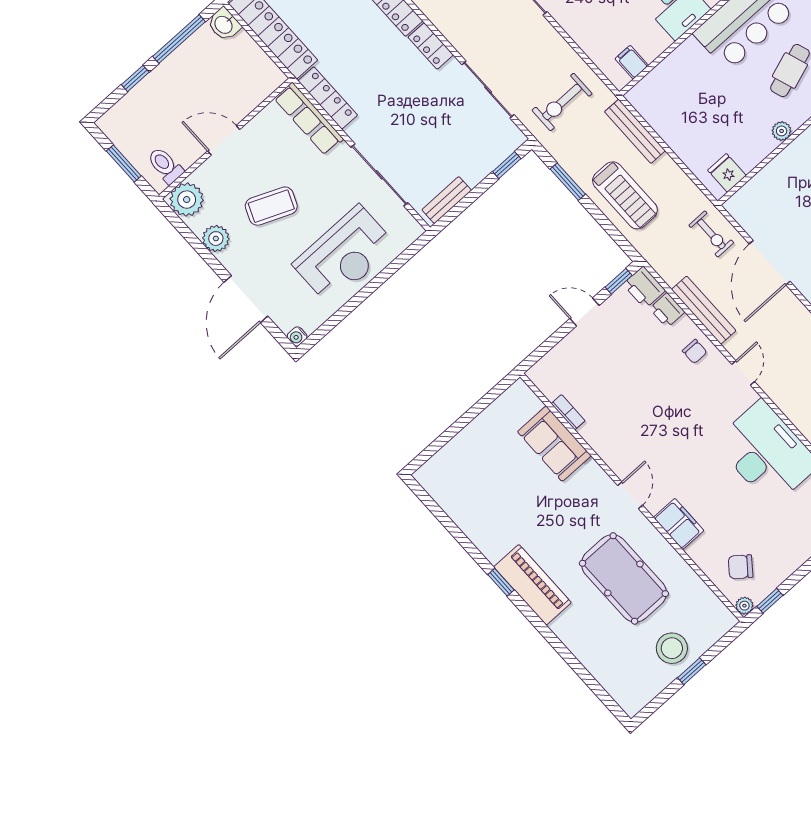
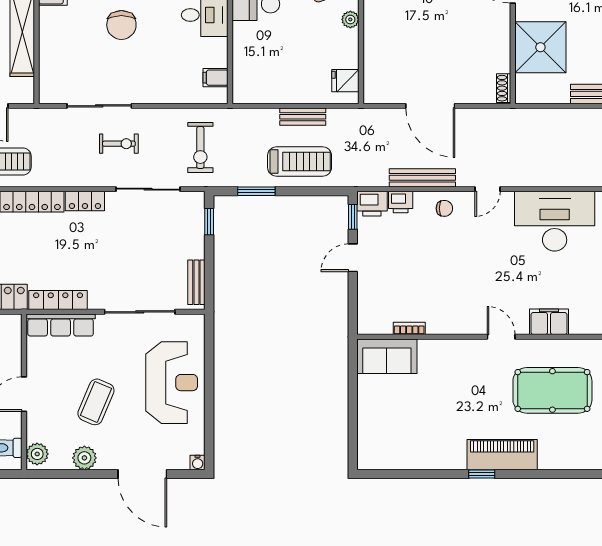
bench: (635, 131) -> (303, 117), moved, width x0.73
plant: (187, 200) -> (37, 454), width x0.73, depth x0.73
exercise bike: (711, 234) -> (119, 144), moved
door: (743, 373) -> (487, 189), swing flipped
sofa: (554, 444) -> (387, 356), moved

